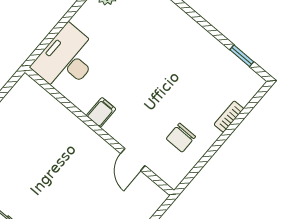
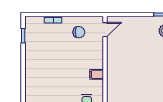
door: (133, 160) -> (105, 30), moved

